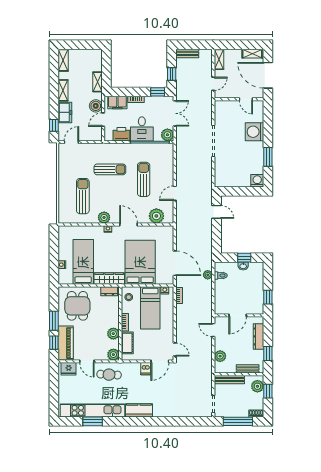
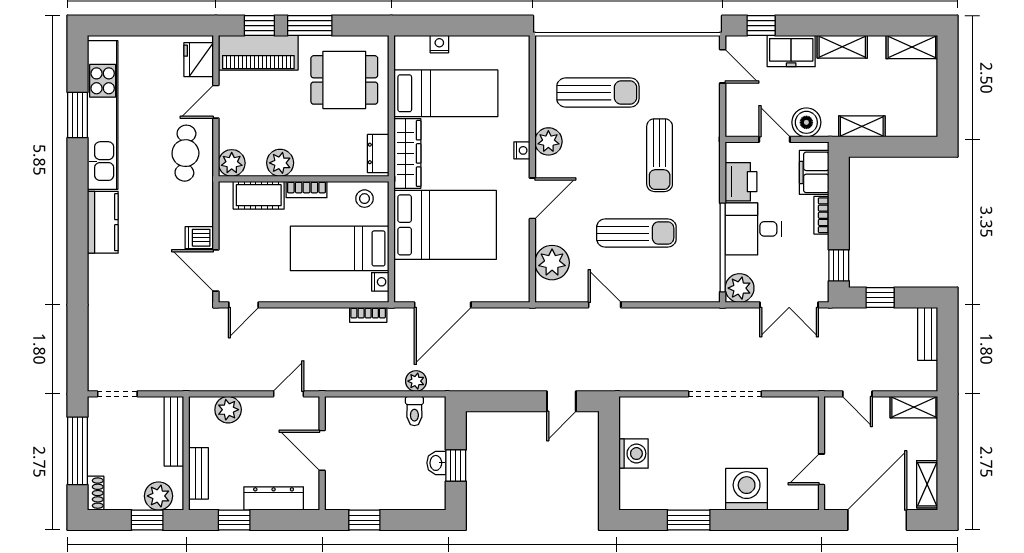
washing machine: (257, 181) -> (633, 454), moved

